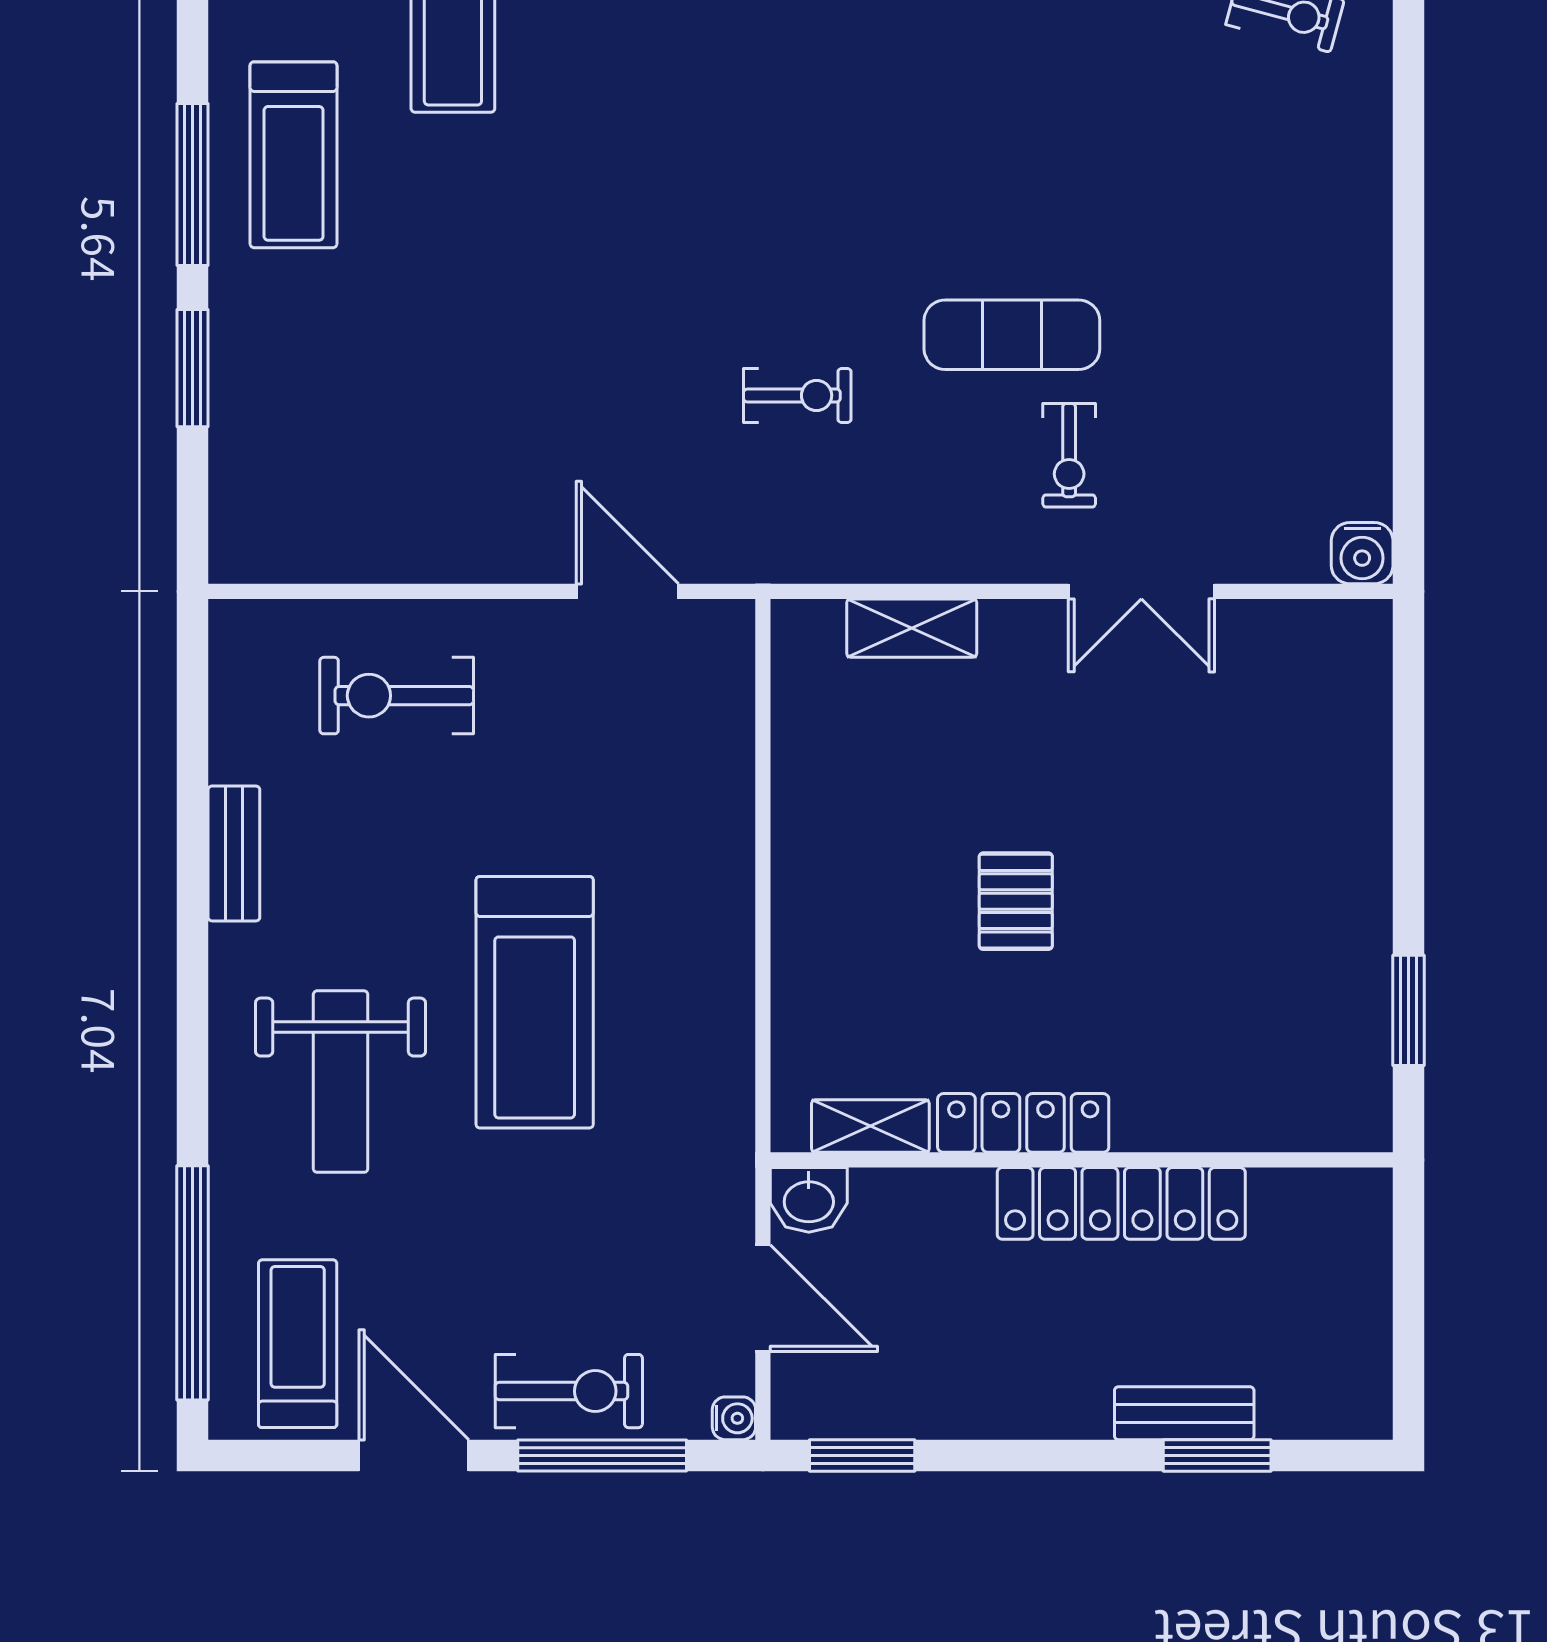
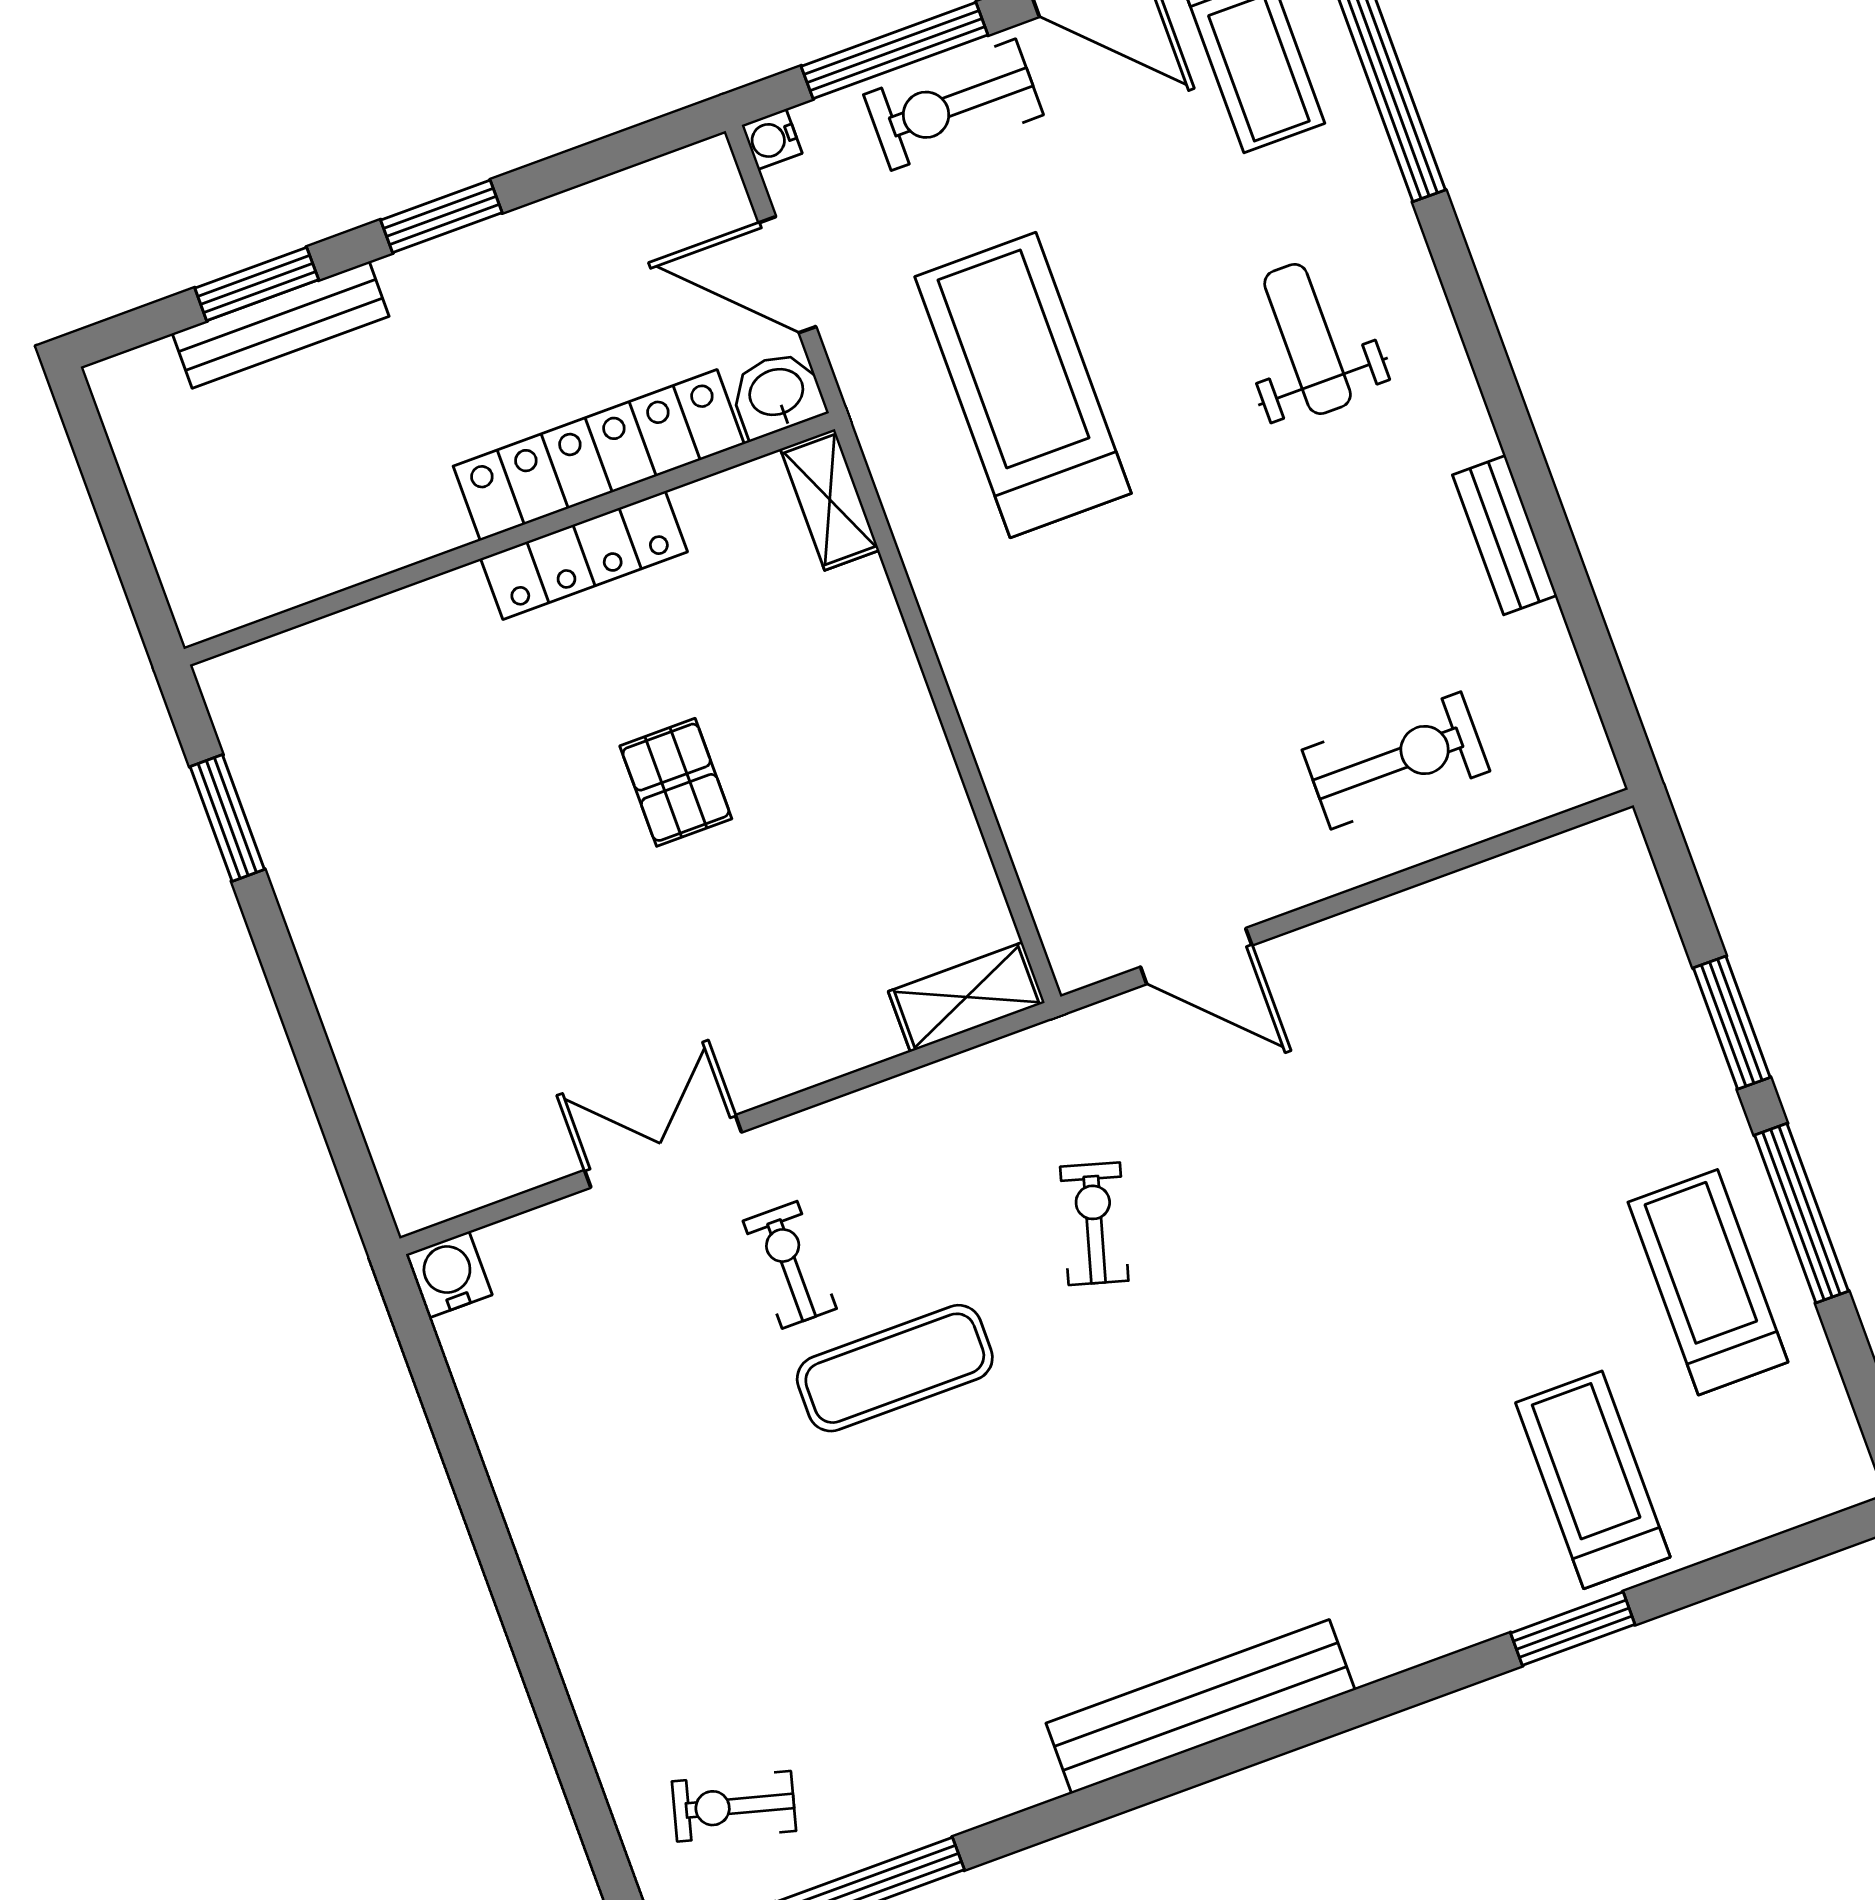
exercise bike: (797, 395) -> (1094, 1224), turned 106
shelving: (912, 628) -> (967, 997), moved
treadmill: (535, 1002) -> (1023, 385), moved
weight bench: (341, 1082) -> (1308, 339), width x0.73, depth x0.75
shelving: (870, 1126) -> (830, 500), moved, turned 90
locker: (1121, 1203) -> (599, 455), moved
bench: (1184, 1413) -> (281, 325), width x1.36
window: (862, 1455) -> (441, 216), moved

